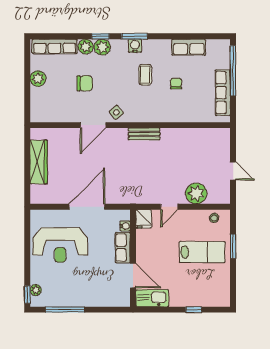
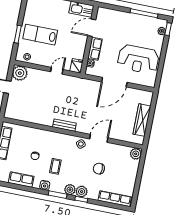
water cooler: (135, 46) -> (45, 185), moved
plant: (86, 47) -> (70, 190), moved
plant: (38, 79) -> (136, 154), moved
plant: (196, 193) -> (20, 73), moved
reception desk: (60, 245) -> (138, 59), turned 180
door: (133, 276) -> (92, 28), hinge flipped

